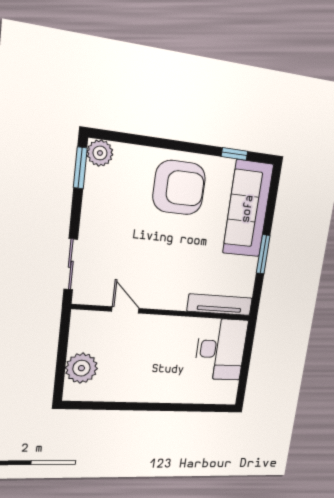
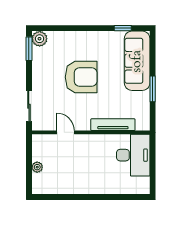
armchair: (179, 188) -> (81, 77), moved
tv unit: (220, 305) -> (113, 125), moved
plant: (81, 368) -> (37, 167), width x0.53, depth x0.53

